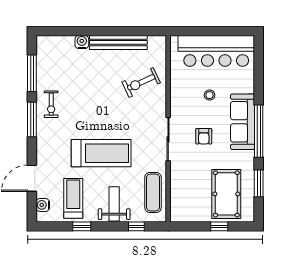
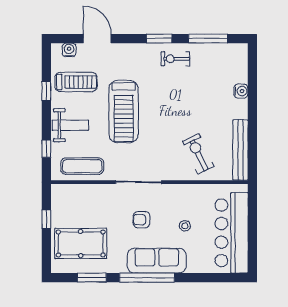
bench: (118, 42) -> (240, 150), moved
window: (32, 119) -> (159, 39), width x0.69
window: (219, 226) -> (46, 219), moved

